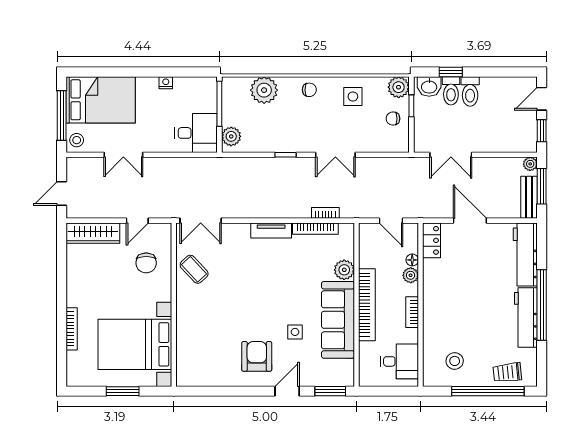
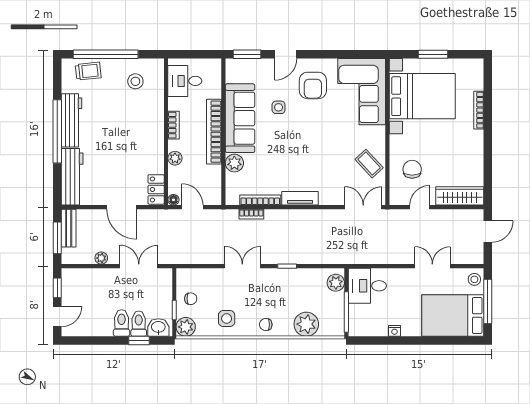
plant: (530, 164) -> (101, 258), moved
floor lamp: (412, 260) -> (173, 200), moved
corner sofa: (202, 349) -> (362, 92), added

